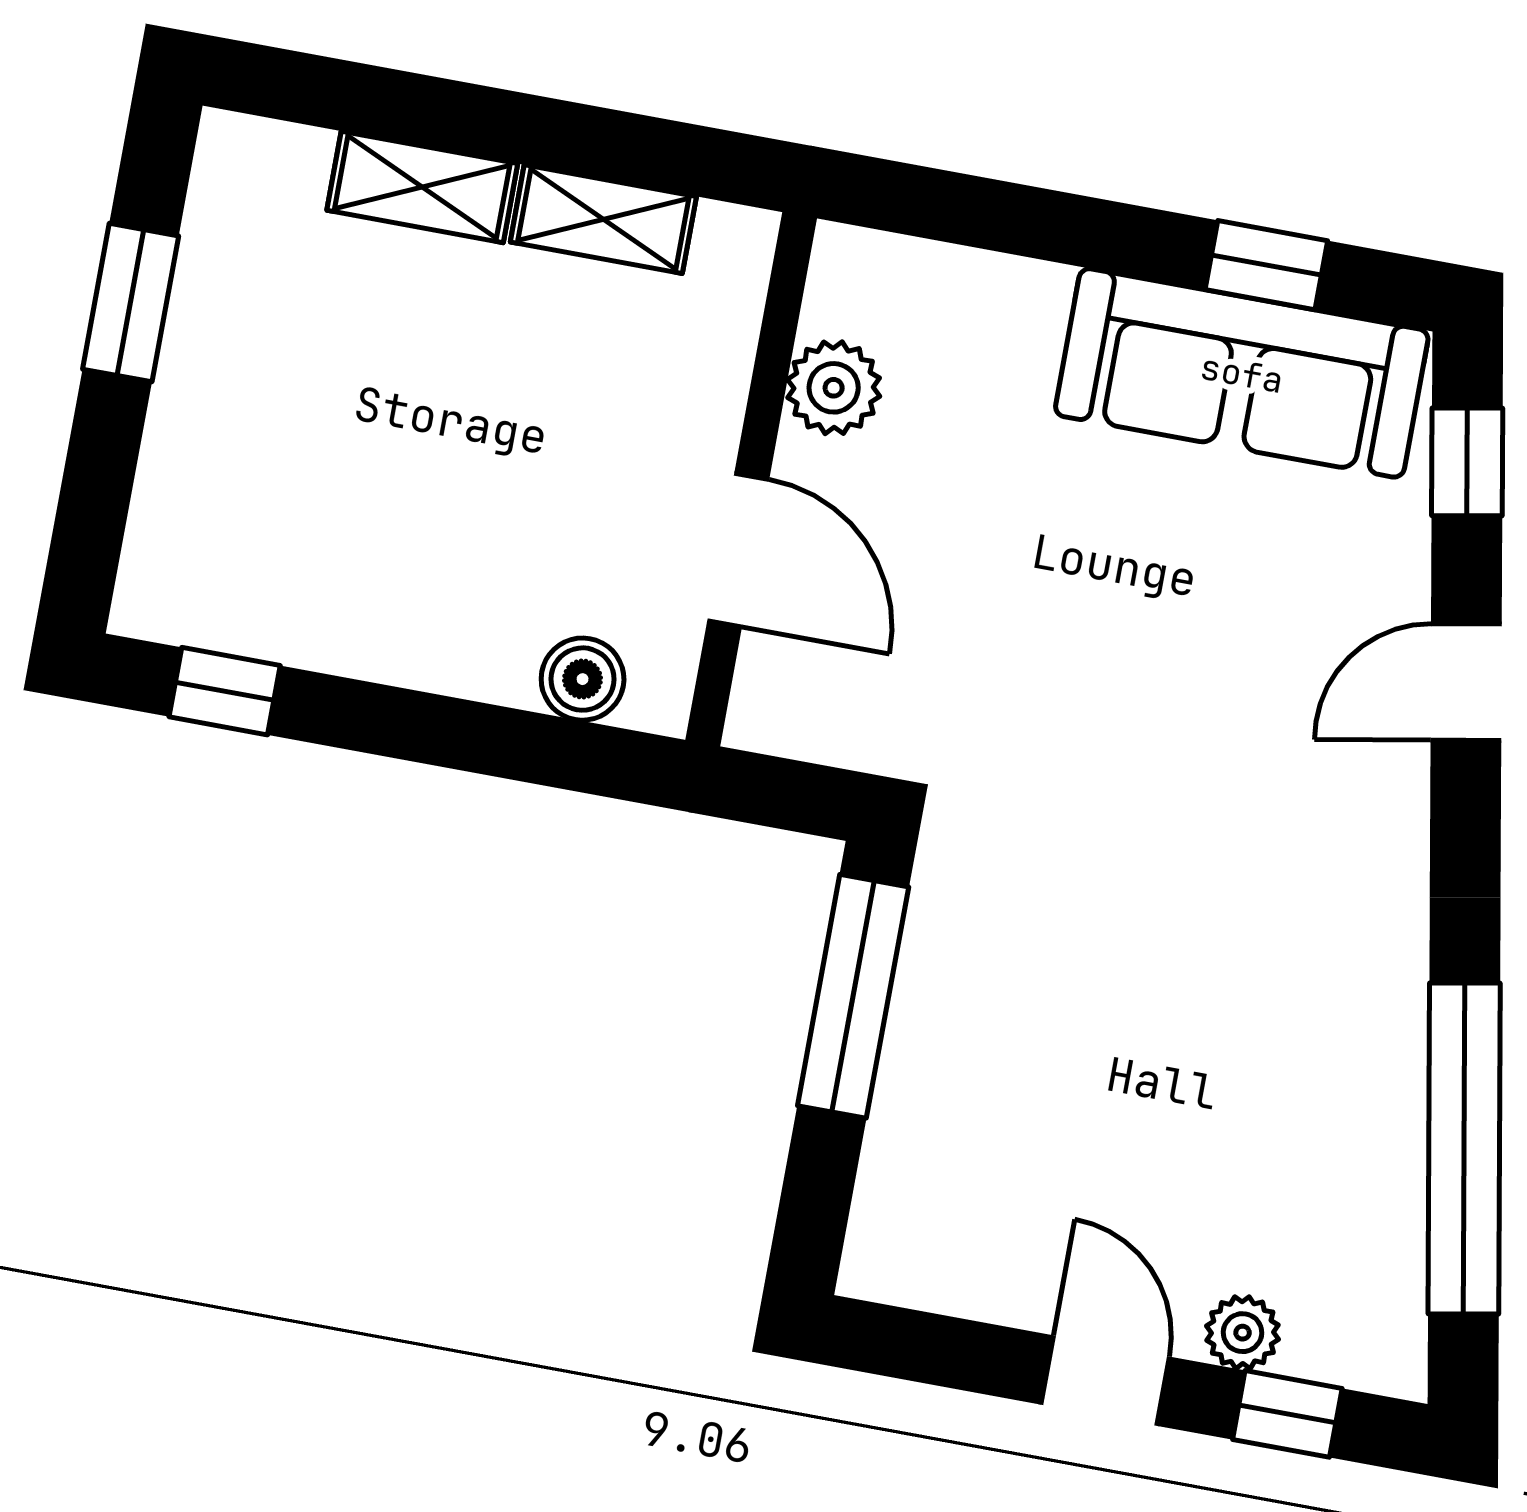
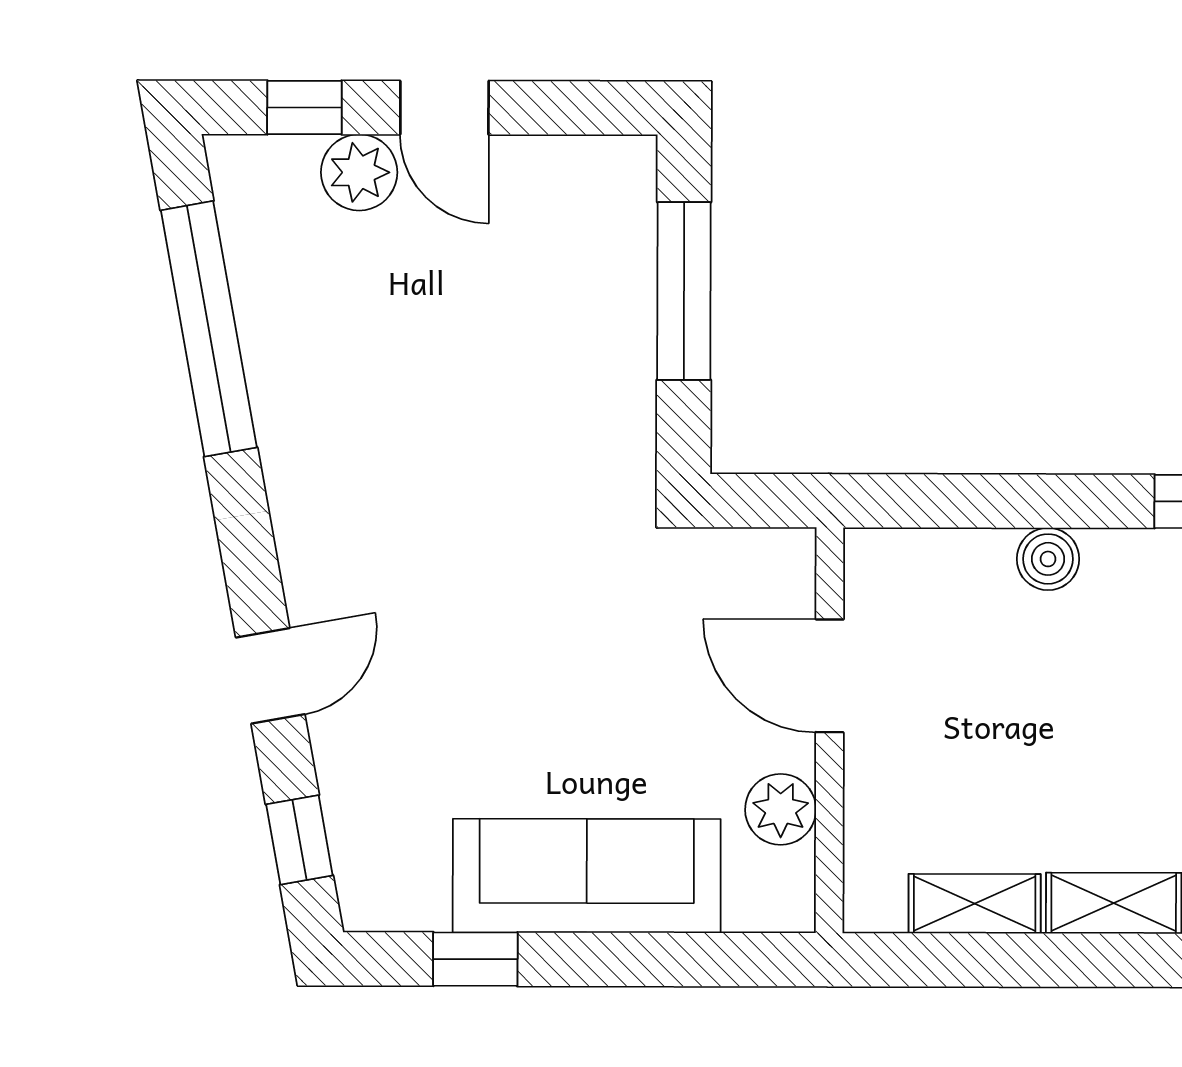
sofa: (1242, 373) -> (587, 876), moved
boiler: (583, 679) -> (1048, 559), moved
window: (853, 996) -> (684, 291), moved
plant: (1243, 1333) -> (359, 172), width x1.38, depth x1.38

